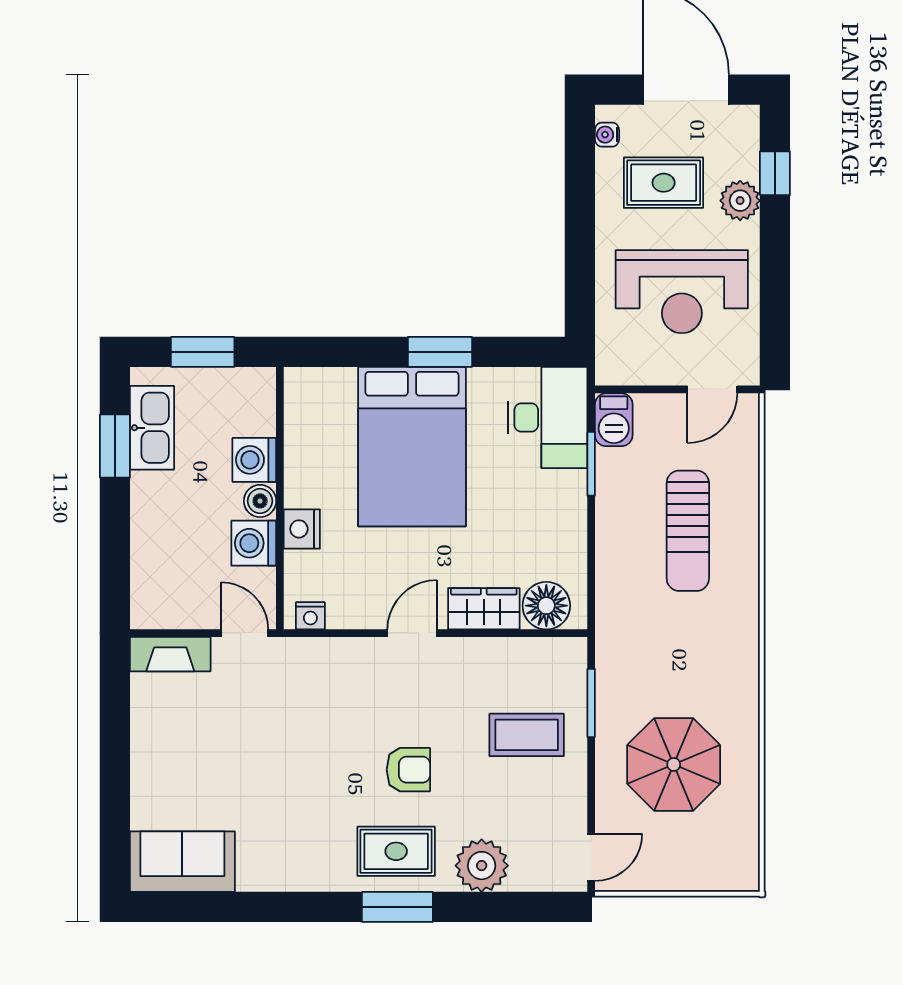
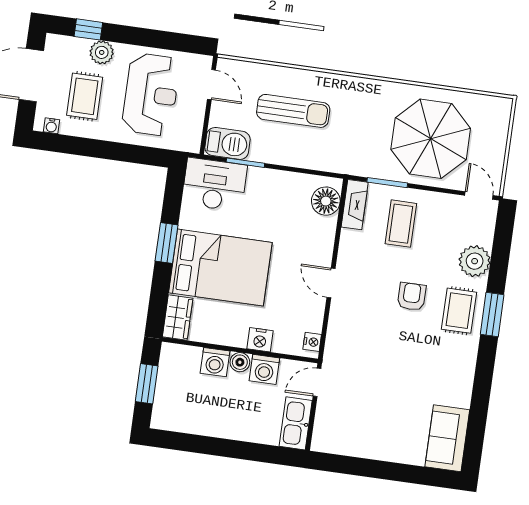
barbecue: (614, 420) -> (228, 143), width x1.38, depth x1.27
kitchen sink: (152, 428) -> (296, 423), moved, turned -90
window: (115, 446) -> (195, 444), removed
wardrobe: (484, 609) -> (178, 318), moved, turned 180
fireplace: (170, 654) -> (355, 205), moved
parasol: (674, 764) -> (431, 139), width x1.36, depth x1.36

